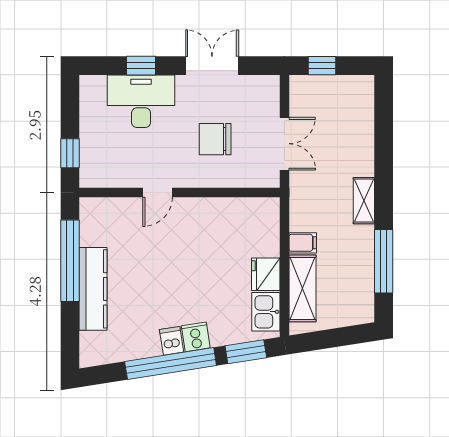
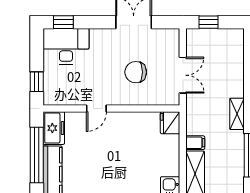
window: (141, 66) -> (63, 22), moved
desk: (141, 101) -> (66, 46), moved
freezer: (95, 221) -> (54, 128), added
fridge: (266, 274) -> (170, 123), moved

